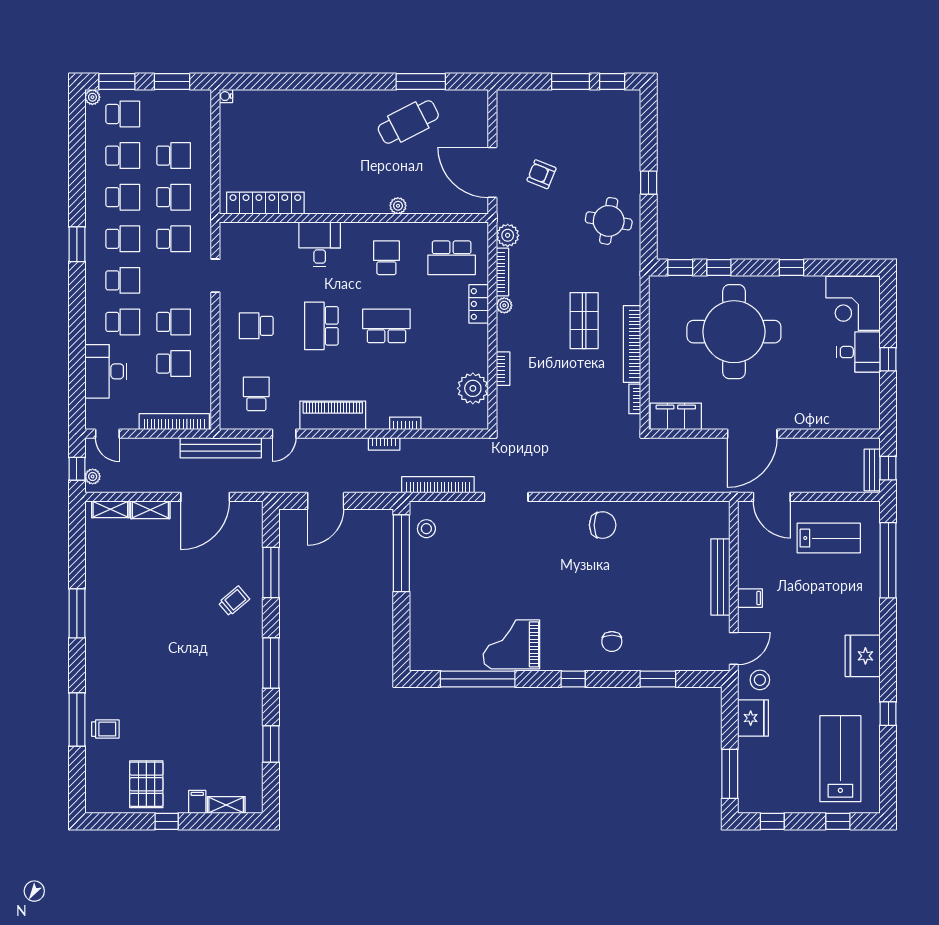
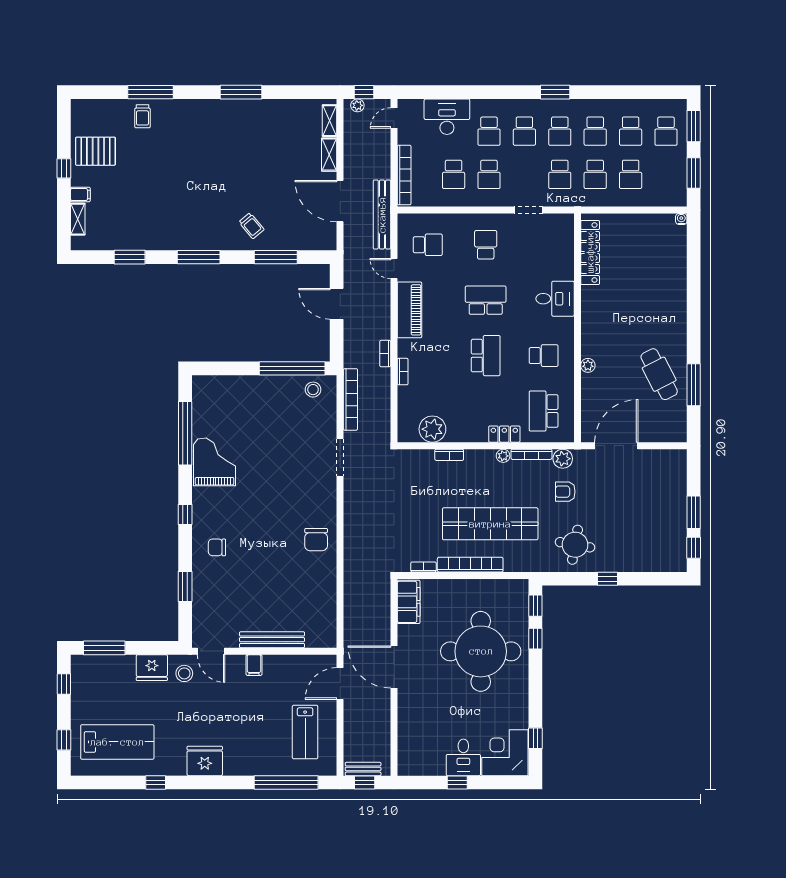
plant: (92, 97) -> (680, 105), removed
armchair: (541, 174) -> (565, 492), moved, turned -112
window: (792, 267) -> (535, 738), moved
shop shelf: (584, 321) -> (490, 524), width x2.00, depth x1.36

